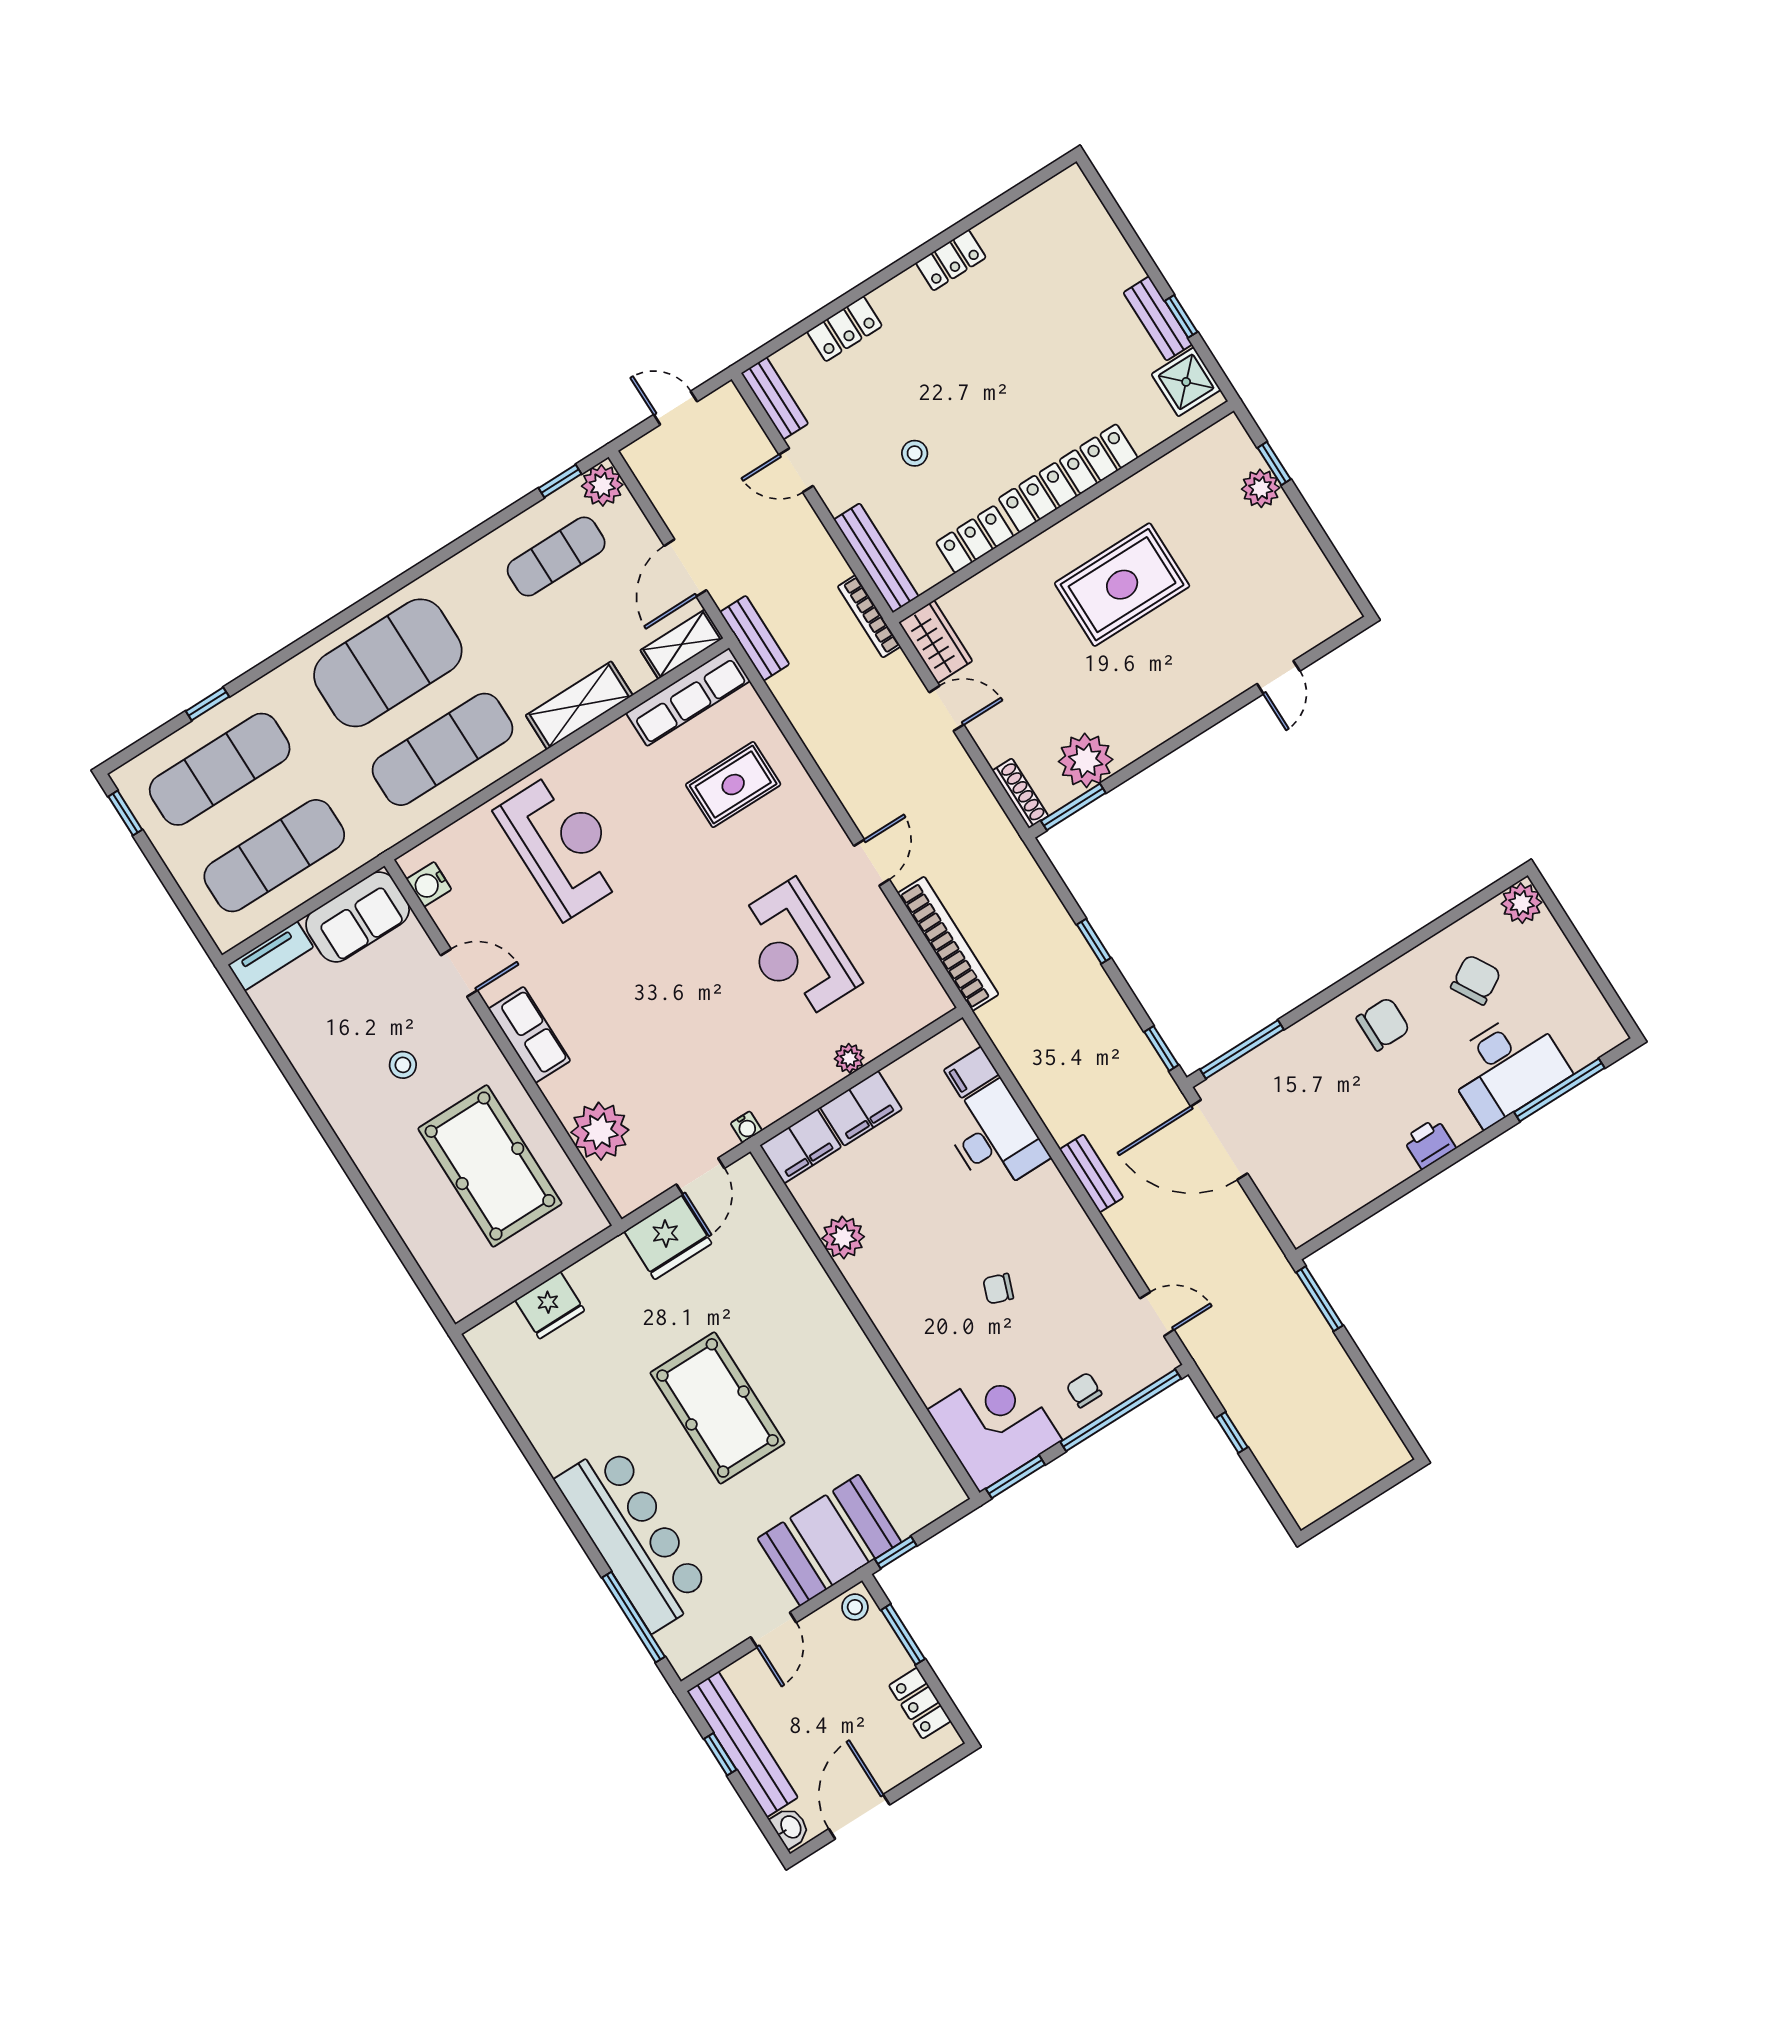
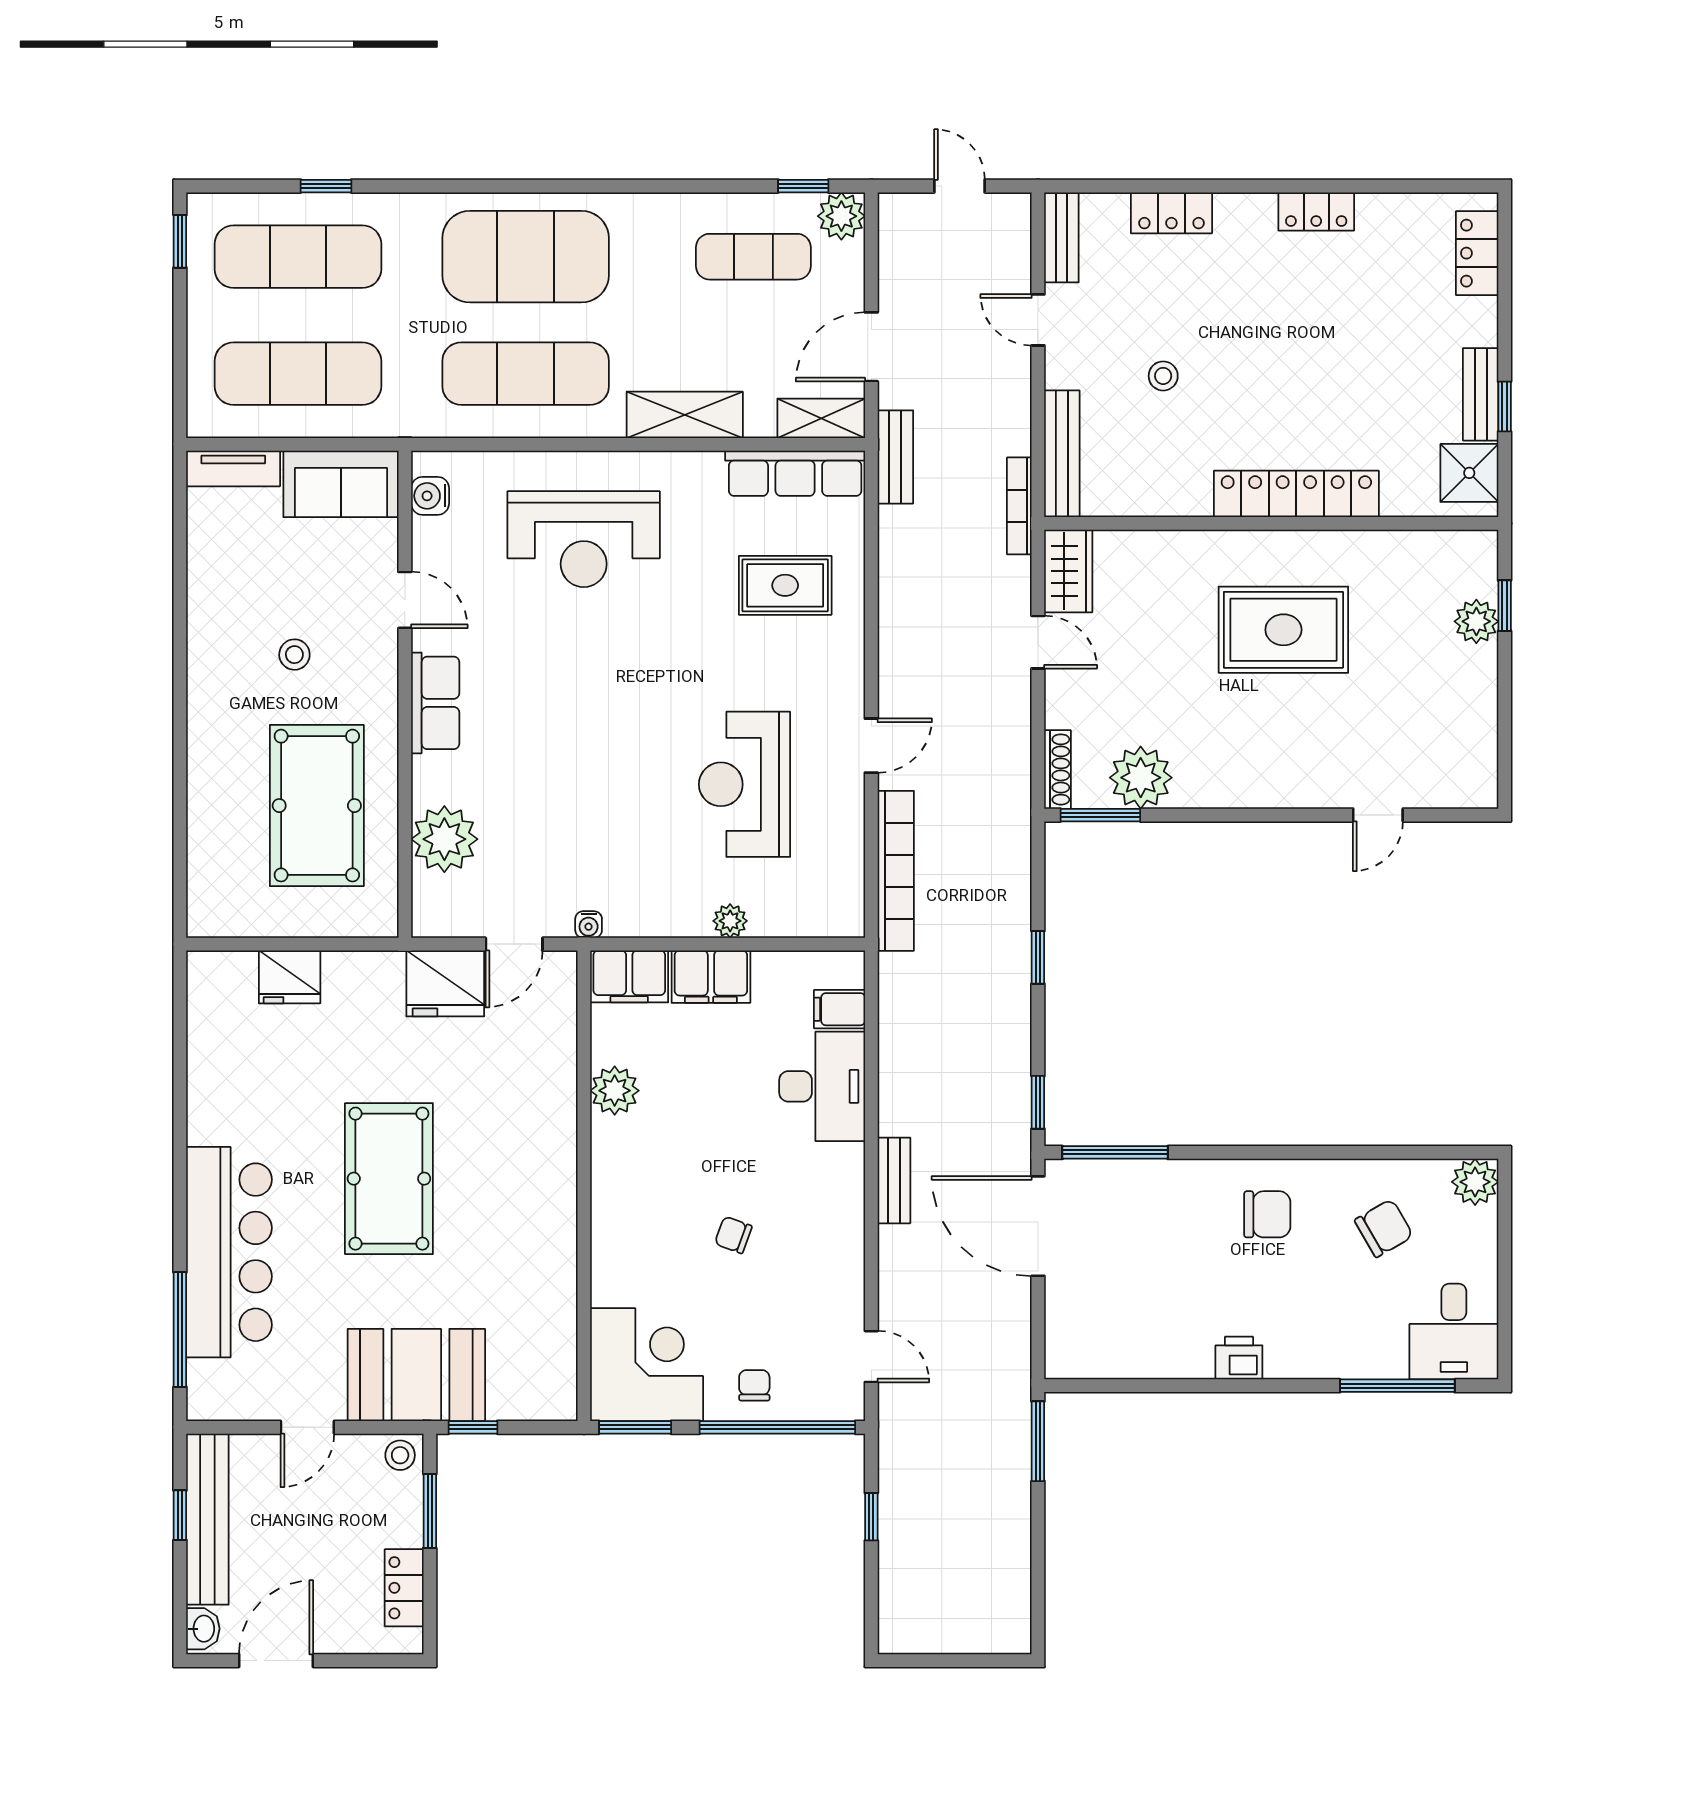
locker: (975, 539) -> (1477, 253), moved, turned -90
reception desk: (563, 844) -> (584, 539), turned 90
desk: (1507, 1067) -> (1454, 1332), moved, width x0.73

